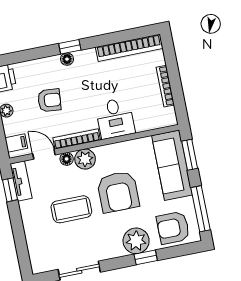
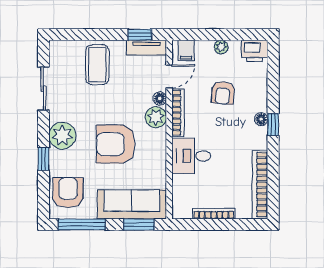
coffee table: (71, 209) -> (97, 65), moved
plant: (136, 241) -> (62, 136), moved

